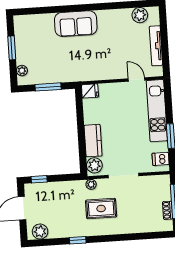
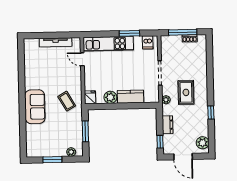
plant: (140, 15) -> (30, 54), removed
coffee table: (84, 62) -> (67, 101), added
door: (136, 79) -> (82, 59), hinge flipped
plant: (94, 165) -> (110, 97), moved
dresser: (60, 188) -> (167, 125), added

